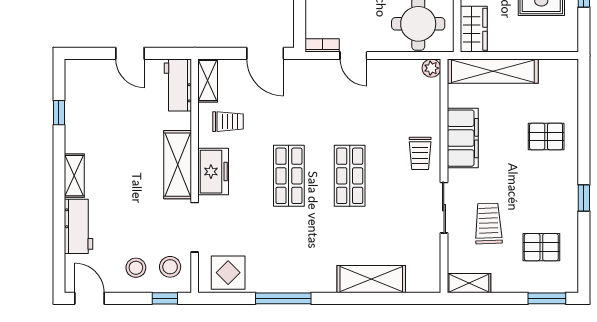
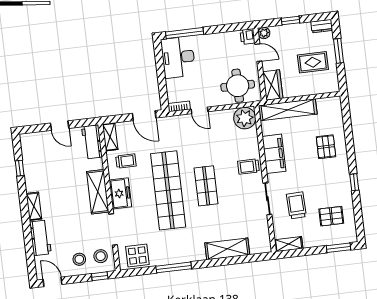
plant: (431, 68) -> (245, 118), width x1.88, depth x1.88
pallet: (546, 137) -> (326, 147), turned 90
trolley: (420, 153) -> (248, 167), turned 90
shop shelf: (289, 176) -> (168, 190), width x2.00, depth x1.36

